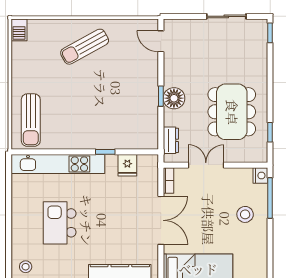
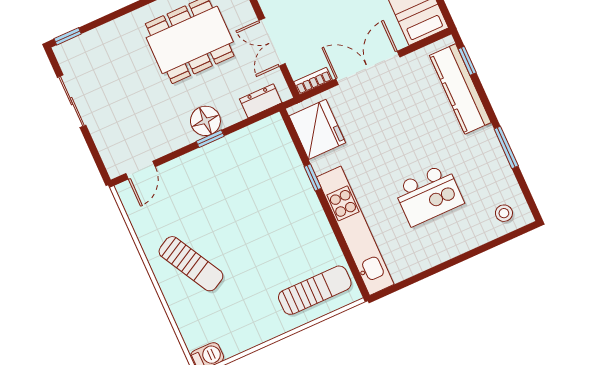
fridge: (127, 165) -> (317, 129), width x1.88, depth x1.34

